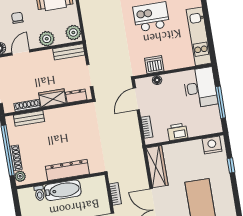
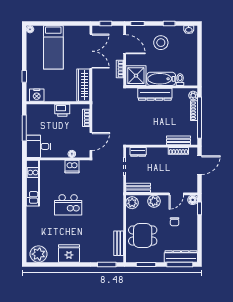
desk: (200, 88) -> (38, 146), width x0.73
wardrobe: (52, 98) -> (157, 153), removed
shower: (94, 189) -> (136, 76), added

